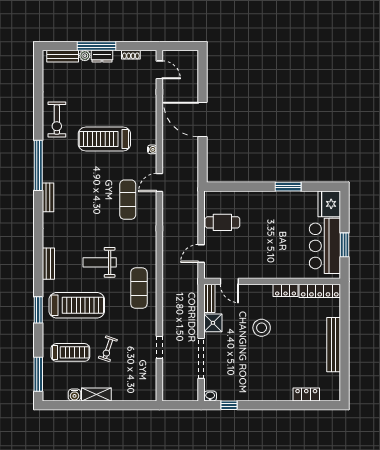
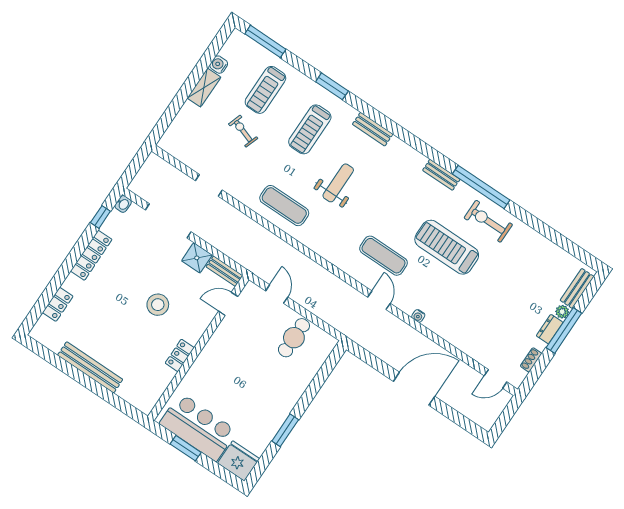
exercise bike: (57, 119) -> (488, 221), moved
treadmill: (104, 139) -> (447, 247), moved, turned -90
locker: (320, 291) -> (91, 255), moved, turned 180
treadmill: (77, 305) -> (310, 129), width x0.73, depth x0.73

